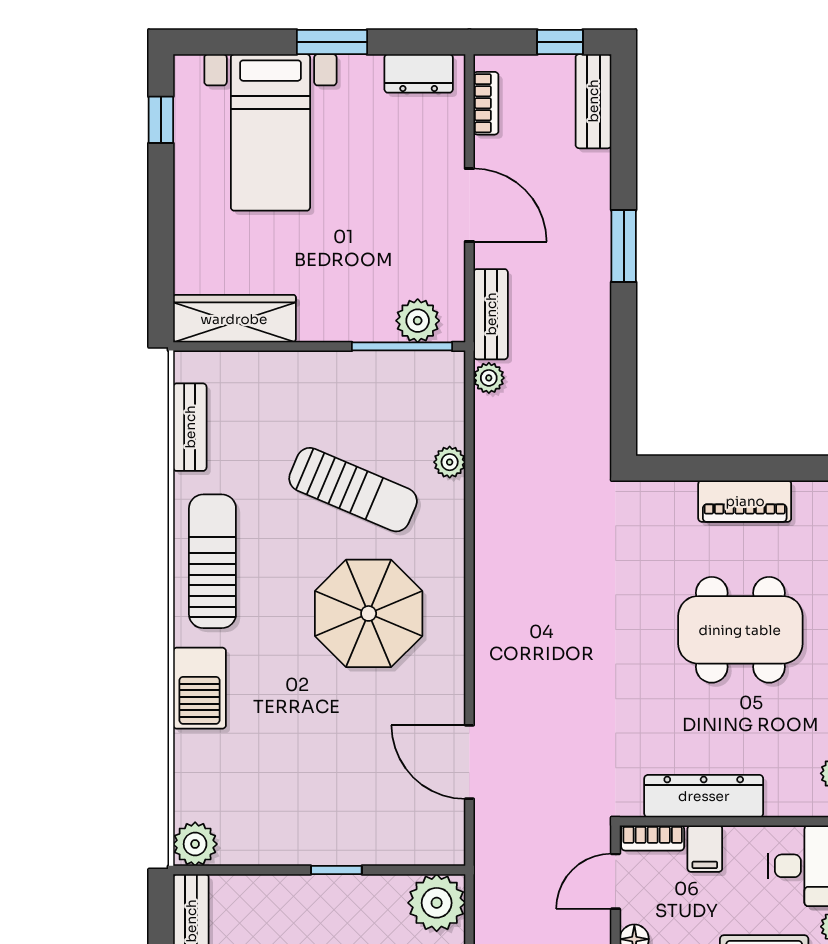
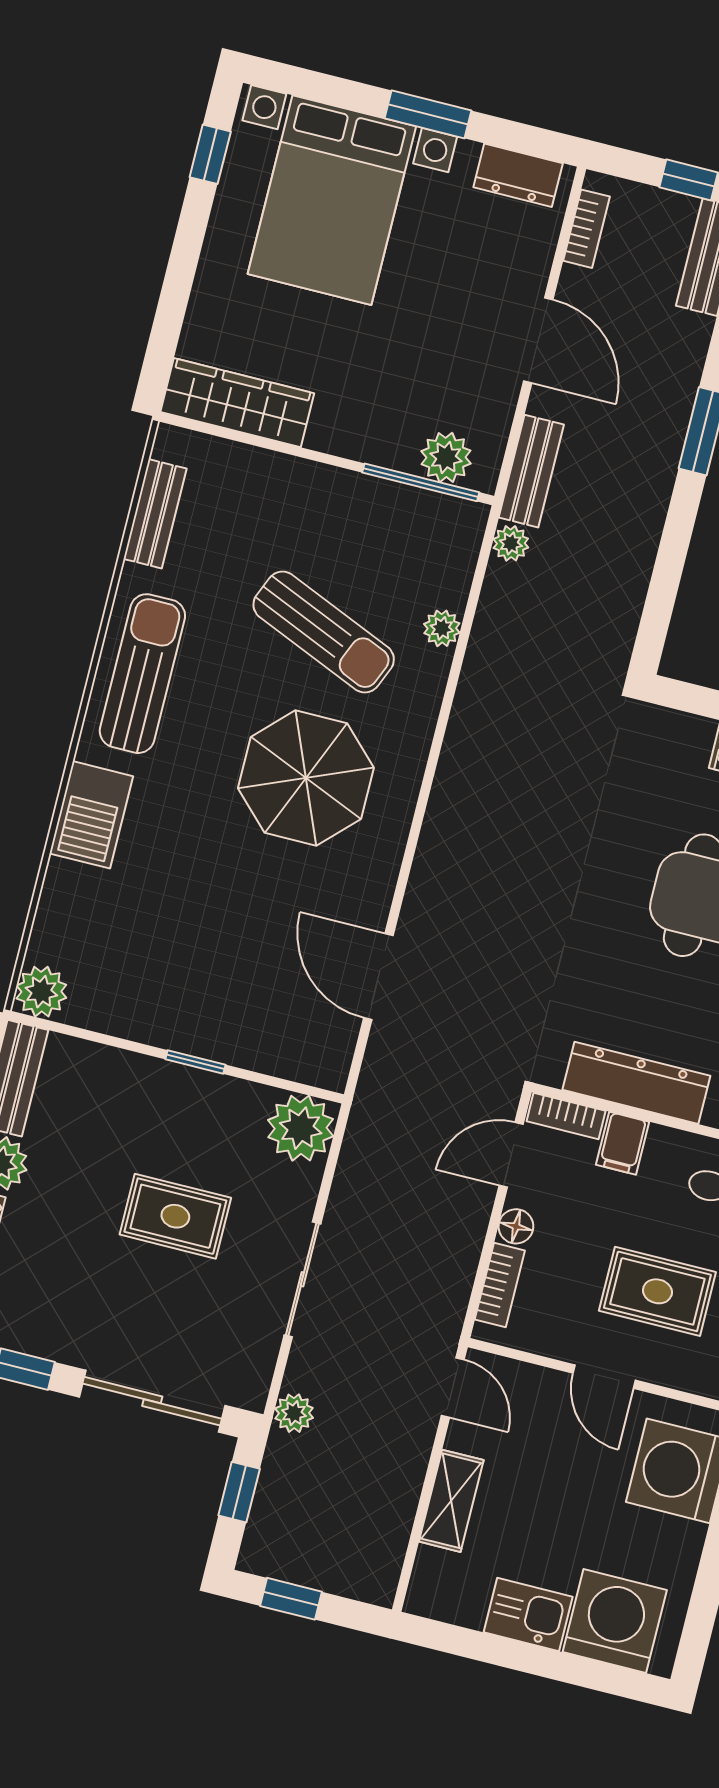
bed with nightstands: (270, 132) -> (332, 200), width x1.36

